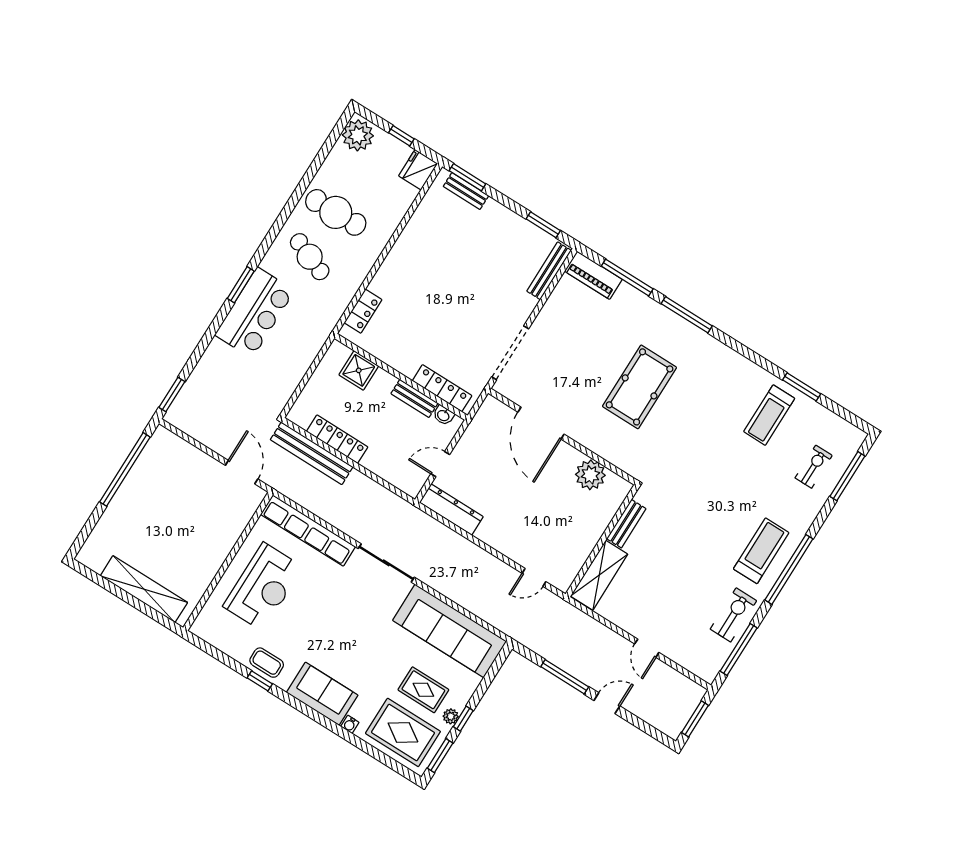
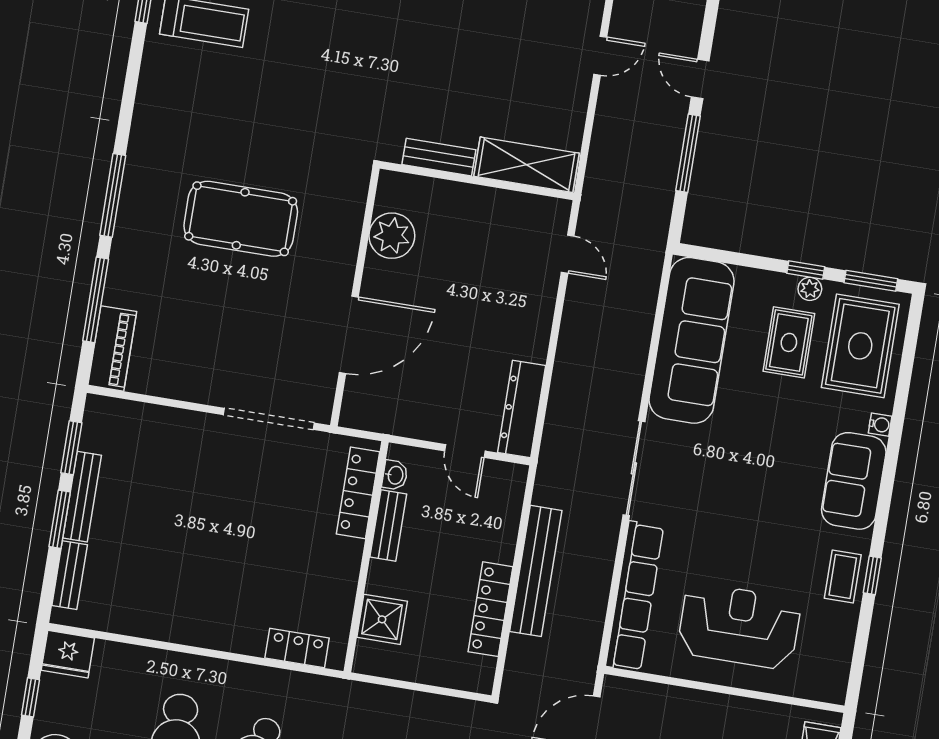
window: (467, 177) -> (60, 519), moved
bench: (549, 271) -> (82, 497), moved, turned 90
bench: (312, 453) -> (536, 571), moved

